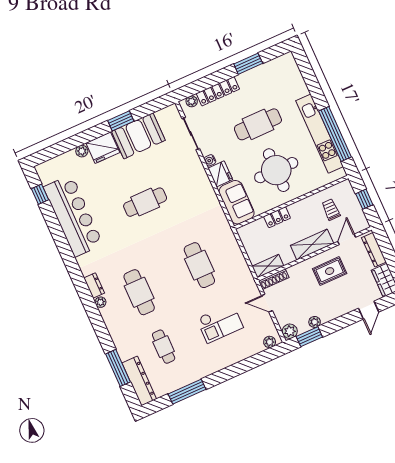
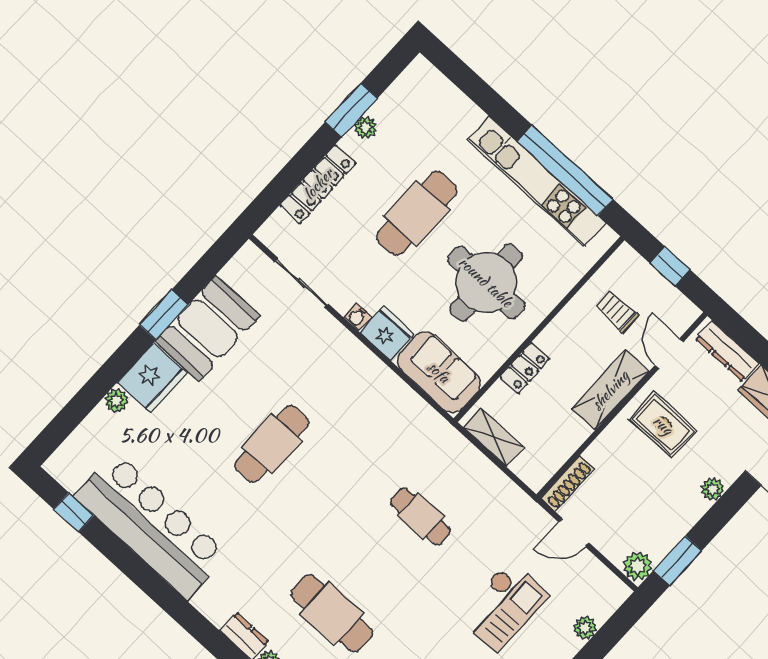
plant: (192, 101) -> (366, 128), moved
cafe table: (199, 265) -> (421, 516), width x0.73, depth x0.74
shelving: (268, 266) -> (494, 437), moved, turned 90
rug: (330, 271) -> (663, 425), turned 90
plant: (315, 322) -> (712, 489), moved
plant: (270, 342) -> (585, 628), moved

